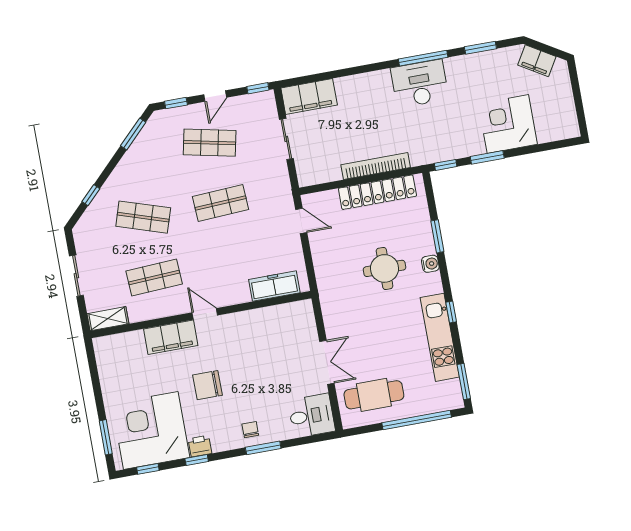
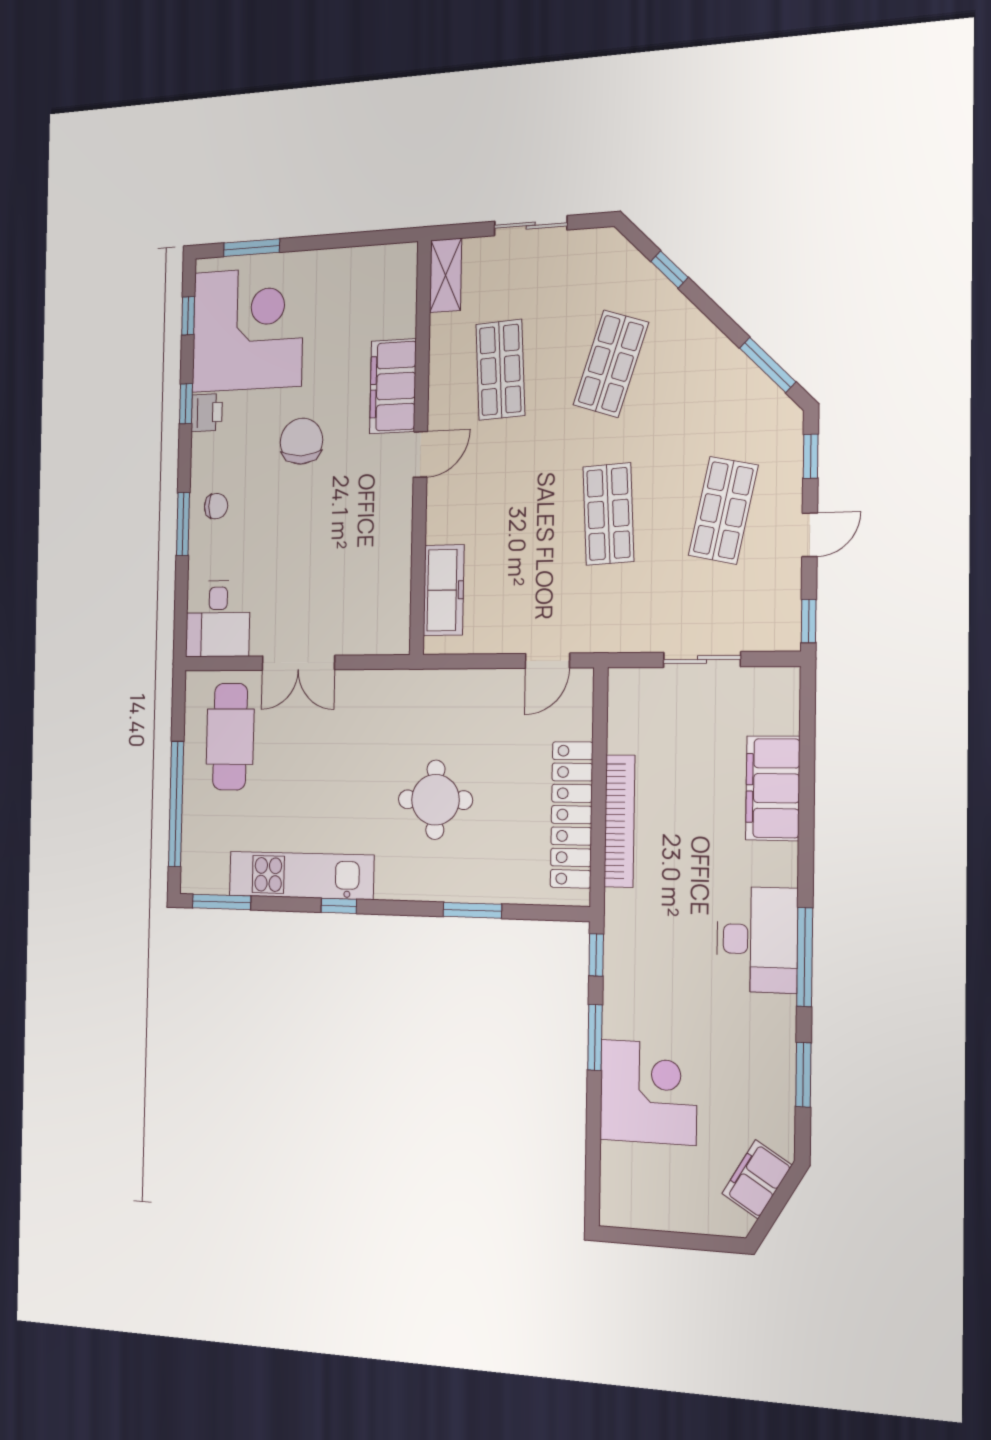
door: (215, 96) -> (810, 535), swing flipped
filing cabinet: (309, 97) -> (773, 788), moved
water cooler: (430, 264) -> (428, 886), removed

